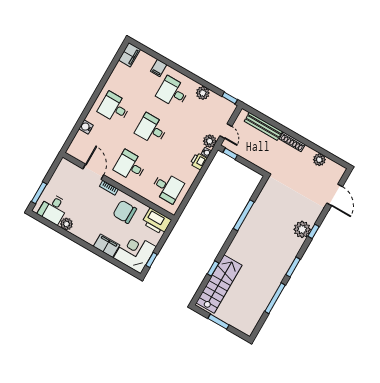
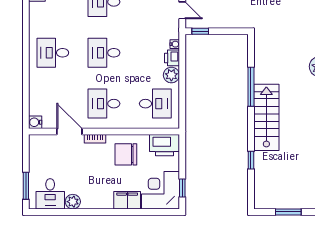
water cooler: (86, 127) -> (35, 122), moved
plant: (210, 141) -> (171, 75), moved
stairs: (219, 284) -> (266, 117), moved

